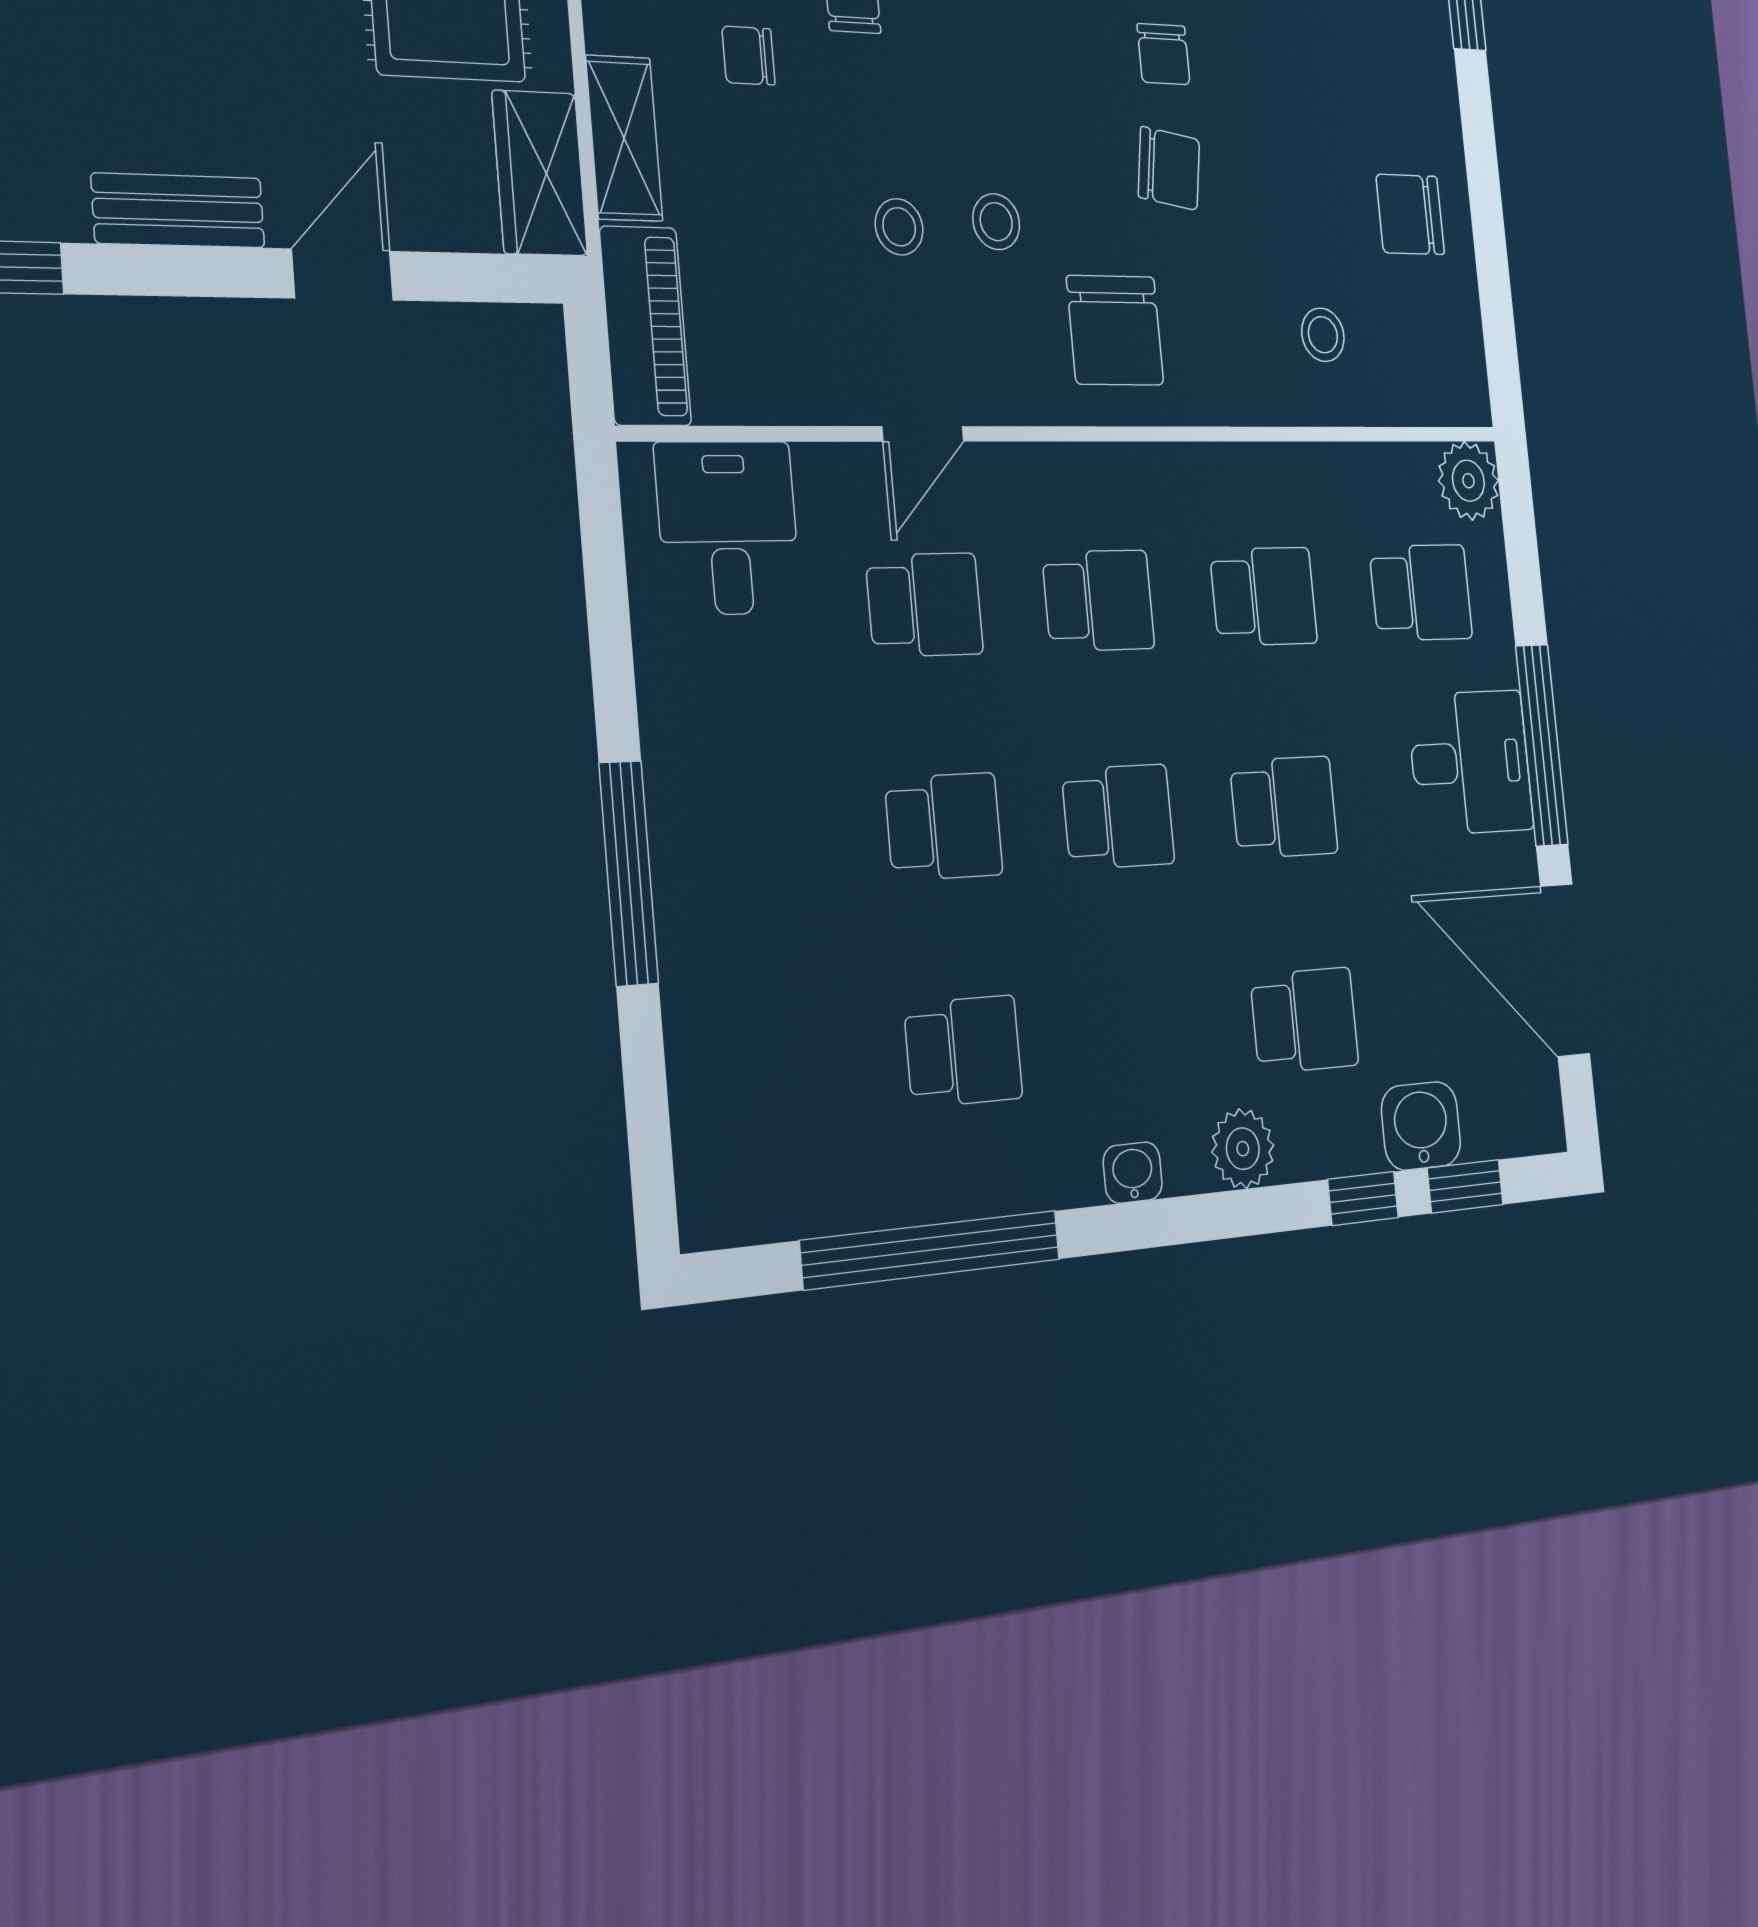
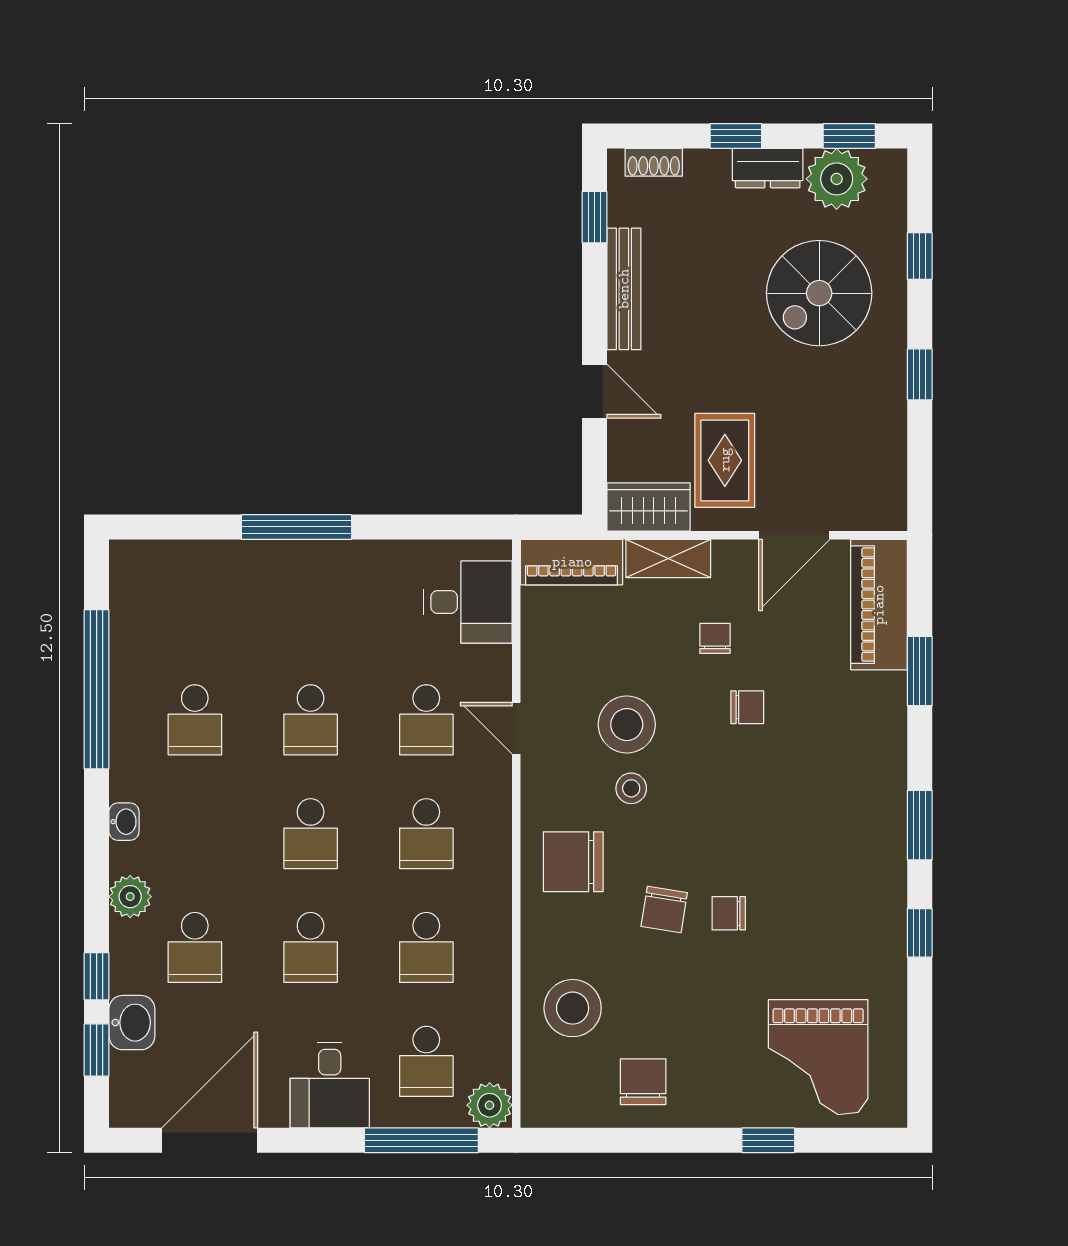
bench: (178, 210) -> (624, 289), width x1.36
stool: (899, 227) -> (627, 725), width x1.89, depth x1.89
stool: (1323, 335) -> (573, 1008), width x1.89, depth x1.89
window: (1542, 745) -> (421, 1140), moved

